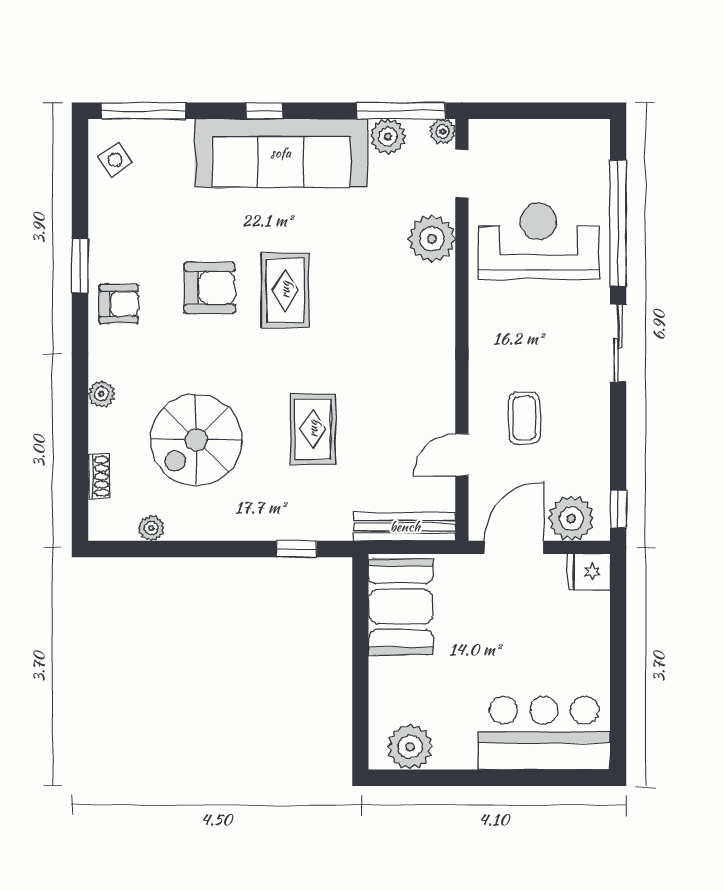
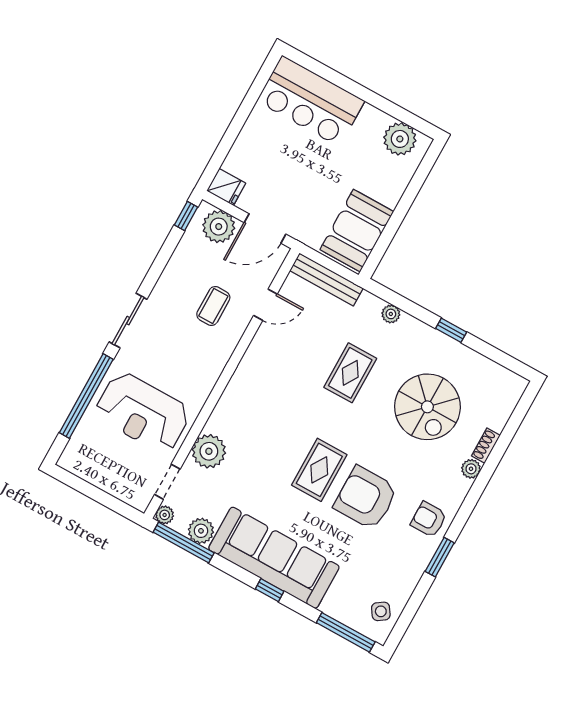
armchair: (210, 288) -> (366, 498), width x1.36, depth x1.36
spiral stairs: (196, 440) -> (427, 407), turned 90
shoe rack: (99, 476) -> (486, 446), moved
plant: (151, 528) -> (391, 314), moved
window: (297, 549) -> (451, 330), moved

